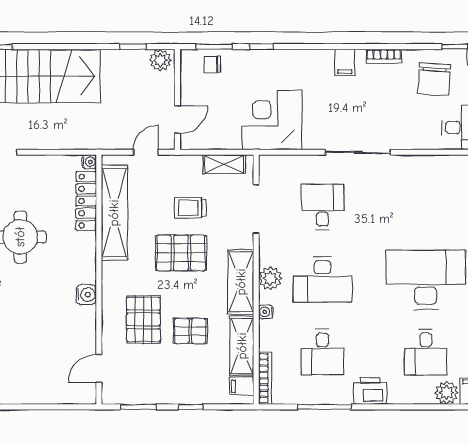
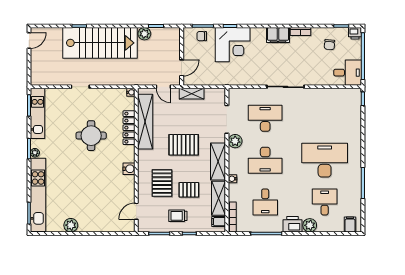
plant: (160, 60) -> (144, 34), moved
filing cabinet: (345, 62) -> (278, 35), width x2.00
chair: (434, 79) -> (329, 45), width x0.54, depth x0.54
corner desk: (272, 120) -> (233, 45), moved, turned 180
door: (146, 152) -> (163, 87), swing flipped
shelving: (224, 164) -> (192, 94), moved
locker: (86, 201) -> (129, 128), moved
desk: (323, 207) -> (265, 118), width x1.37
trolley: (190, 208) -> (178, 216), moved
plant: (270, 278) -> (235, 141), moved
desk: (426, 352) -> (325, 202), turned 180
plant: (446, 393) -> (310, 225), moved

